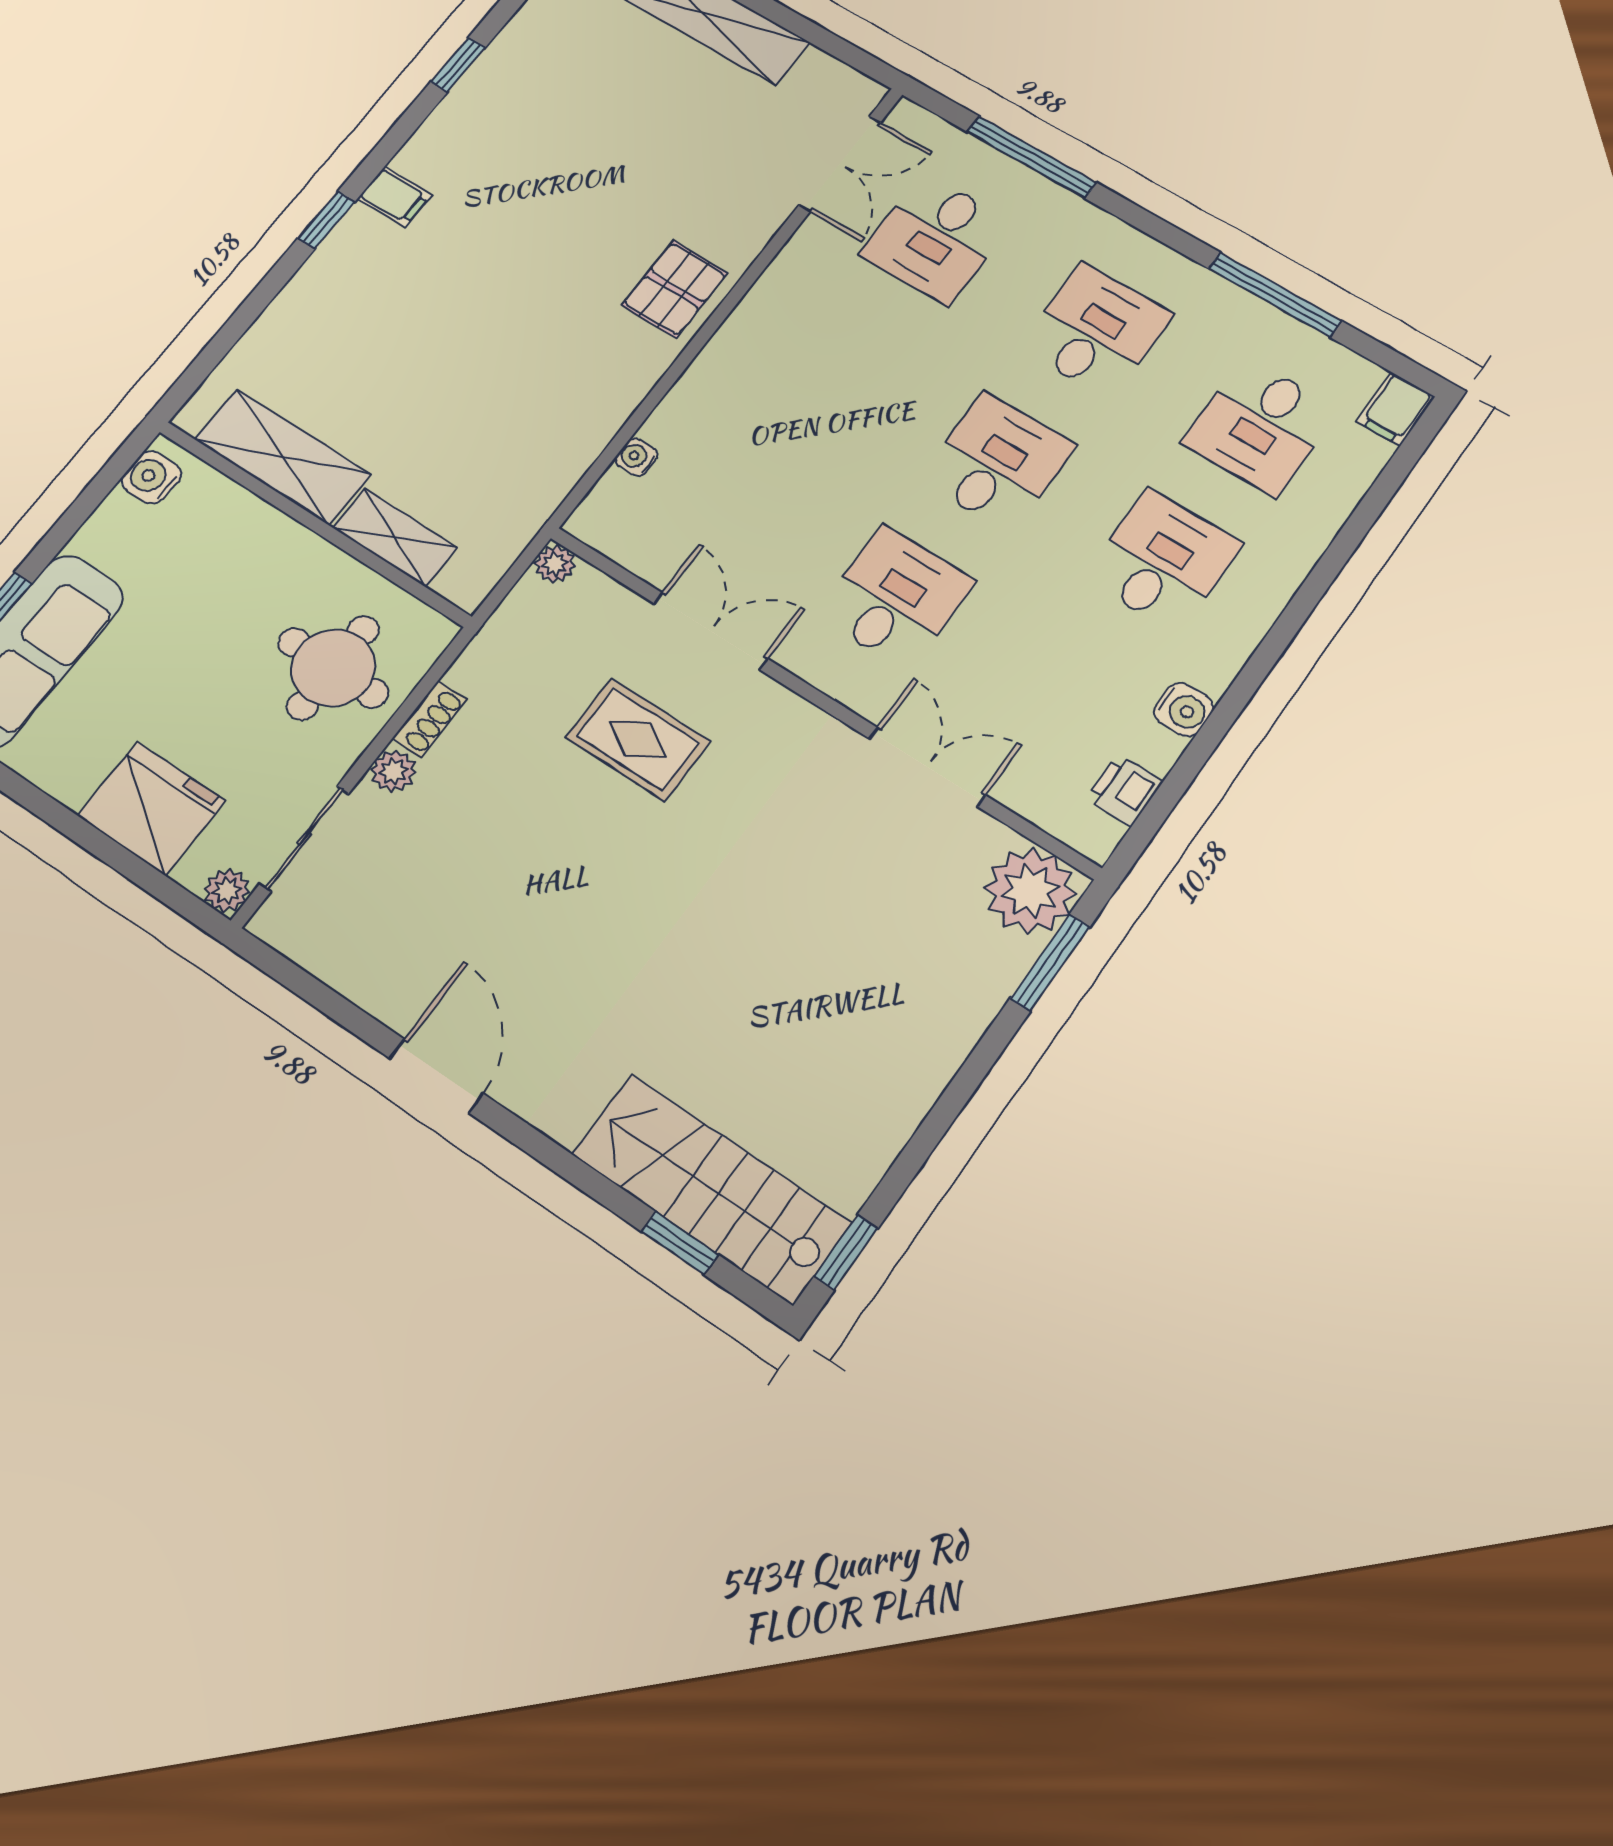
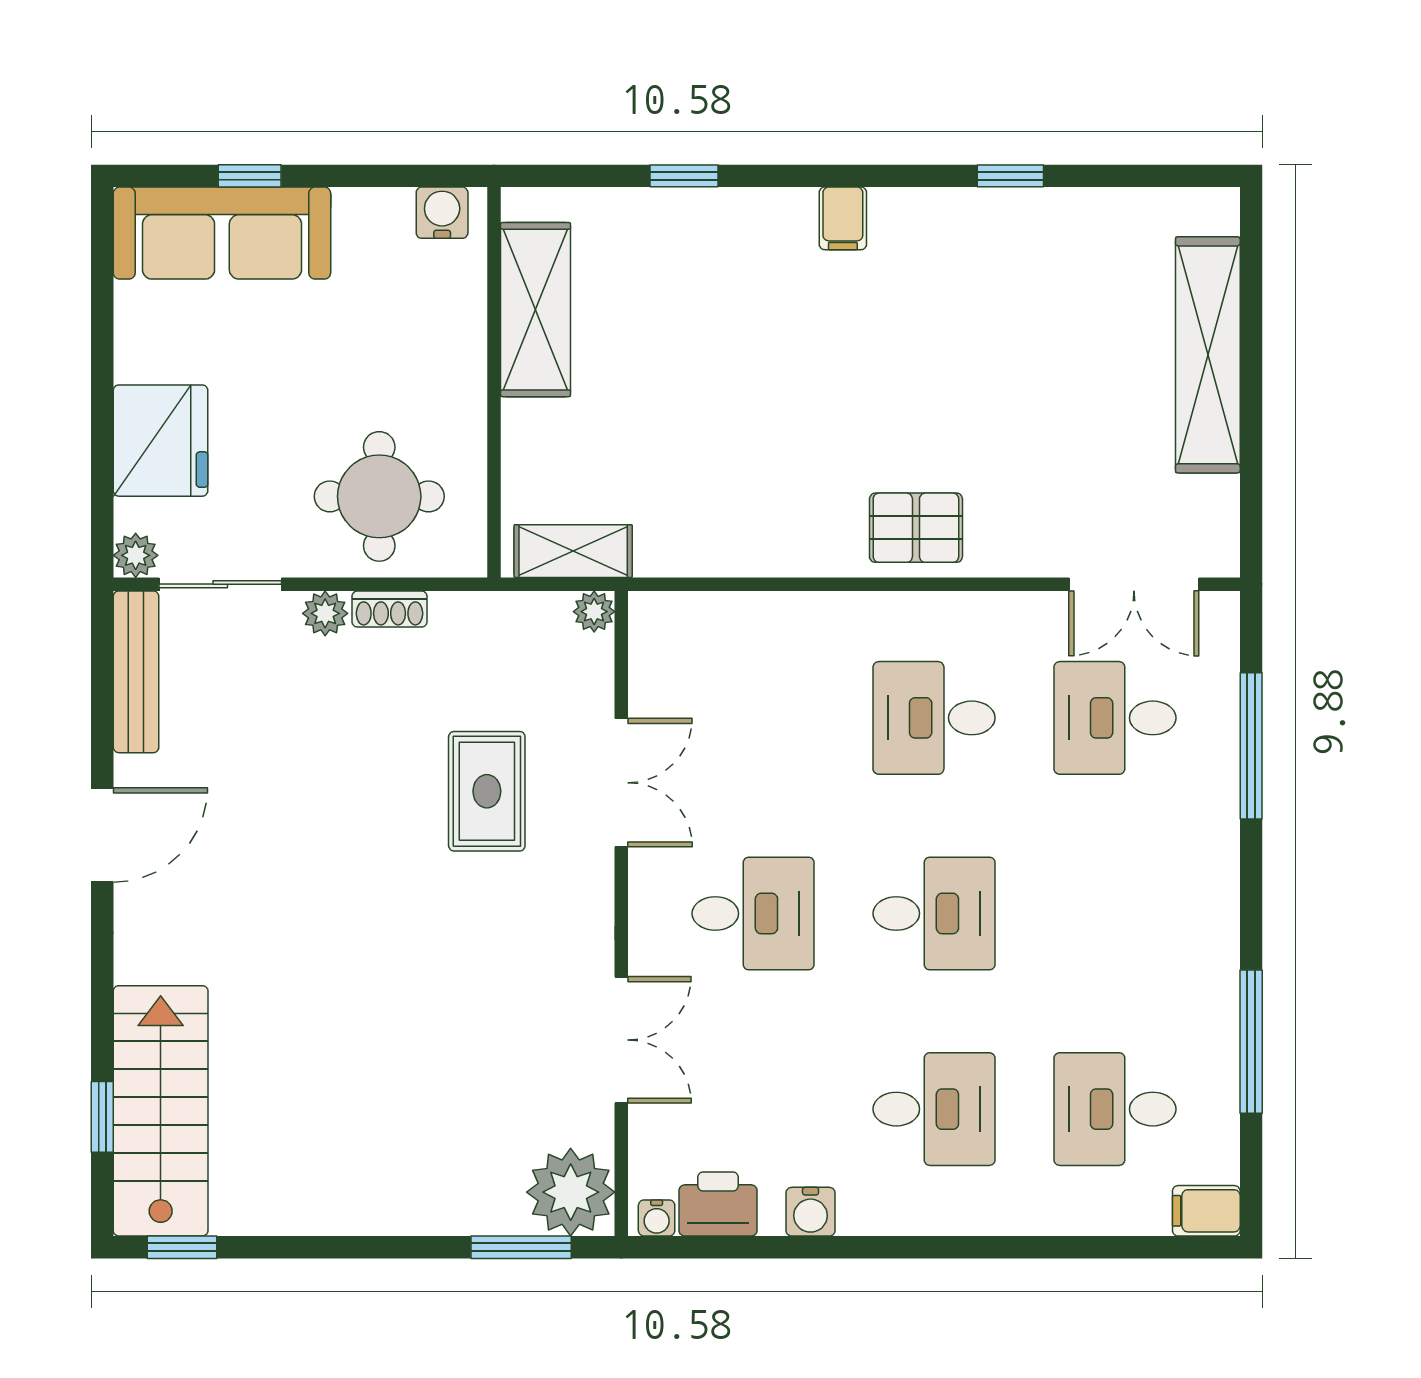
window: (326, 220) -> (684, 176), moved
desk: (1096, 331) -> (934, 718), moved, turned 180
water cooler: (636, 457) -> (657, 1218), moved, turned 180
shelving: (395, 538) -> (573, 551), moved, turned 90
printer: (1124, 790) -> (718, 1204), width x1.36, depth x1.24
bench: (322, 955) -> (136, 672), added

